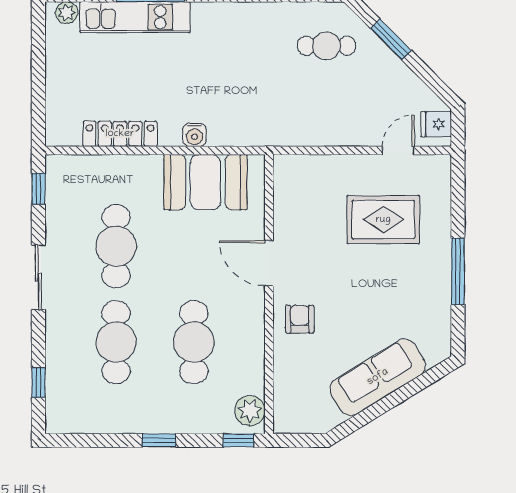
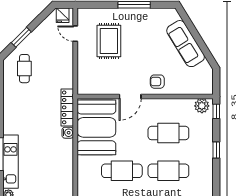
locker: (120, 134) -> (67, 107), moved
booth: (206, 182) -> (96, 127), width x1.36, depth x1.42

